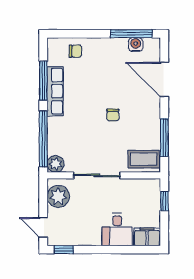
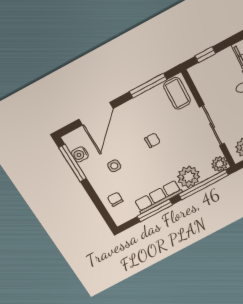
side table: (108, 68) -> (114, 166), added
plant: (59, 129) -> (189, 177), added

